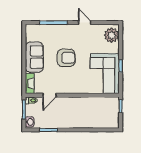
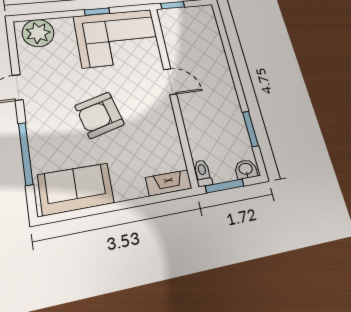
sofa: (34, 57) -> (76, 189), moved
armchair: (66, 58) -> (100, 115), turned -105
door: (50, 95) -> (170, 82), moved

